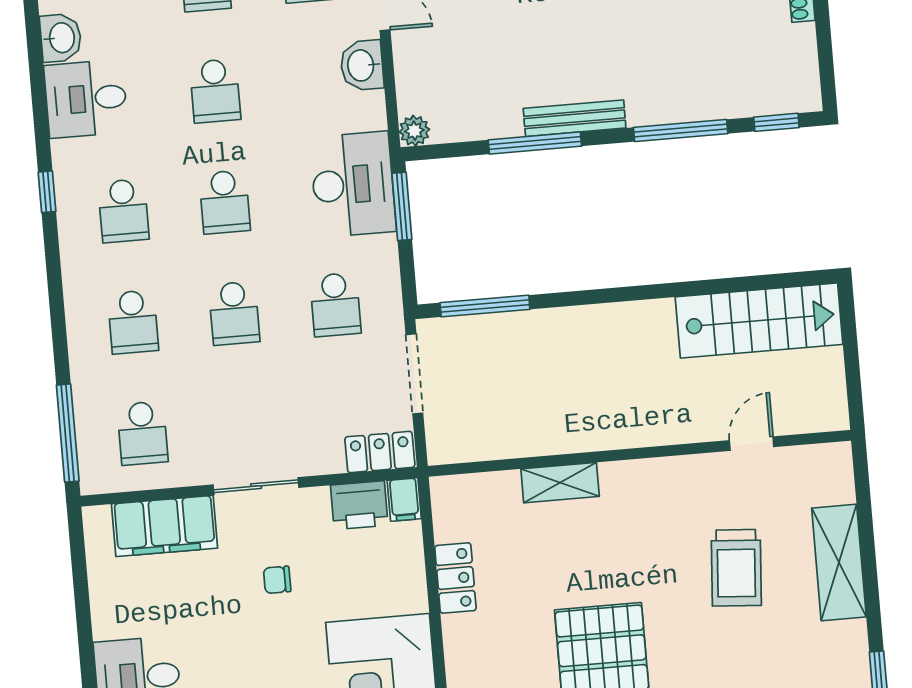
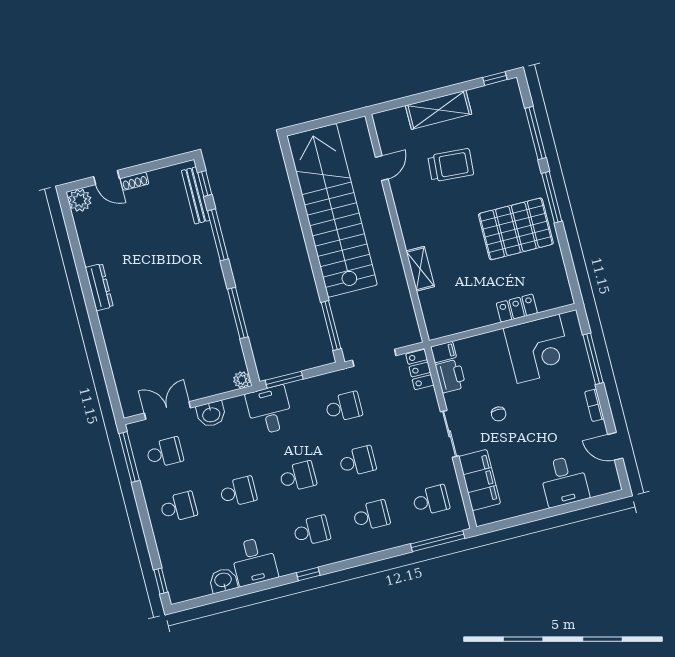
bench: (575, 118) -> (196, 195), moved
desk: (353, 184) -> (269, 410), width x0.73
stairs: (759, 321) -> (332, 210), width x1.86, depth x1.51
door: (752, 444) -> (382, 168), swing flipped
locker: (455, 578) -> (517, 308), moved

